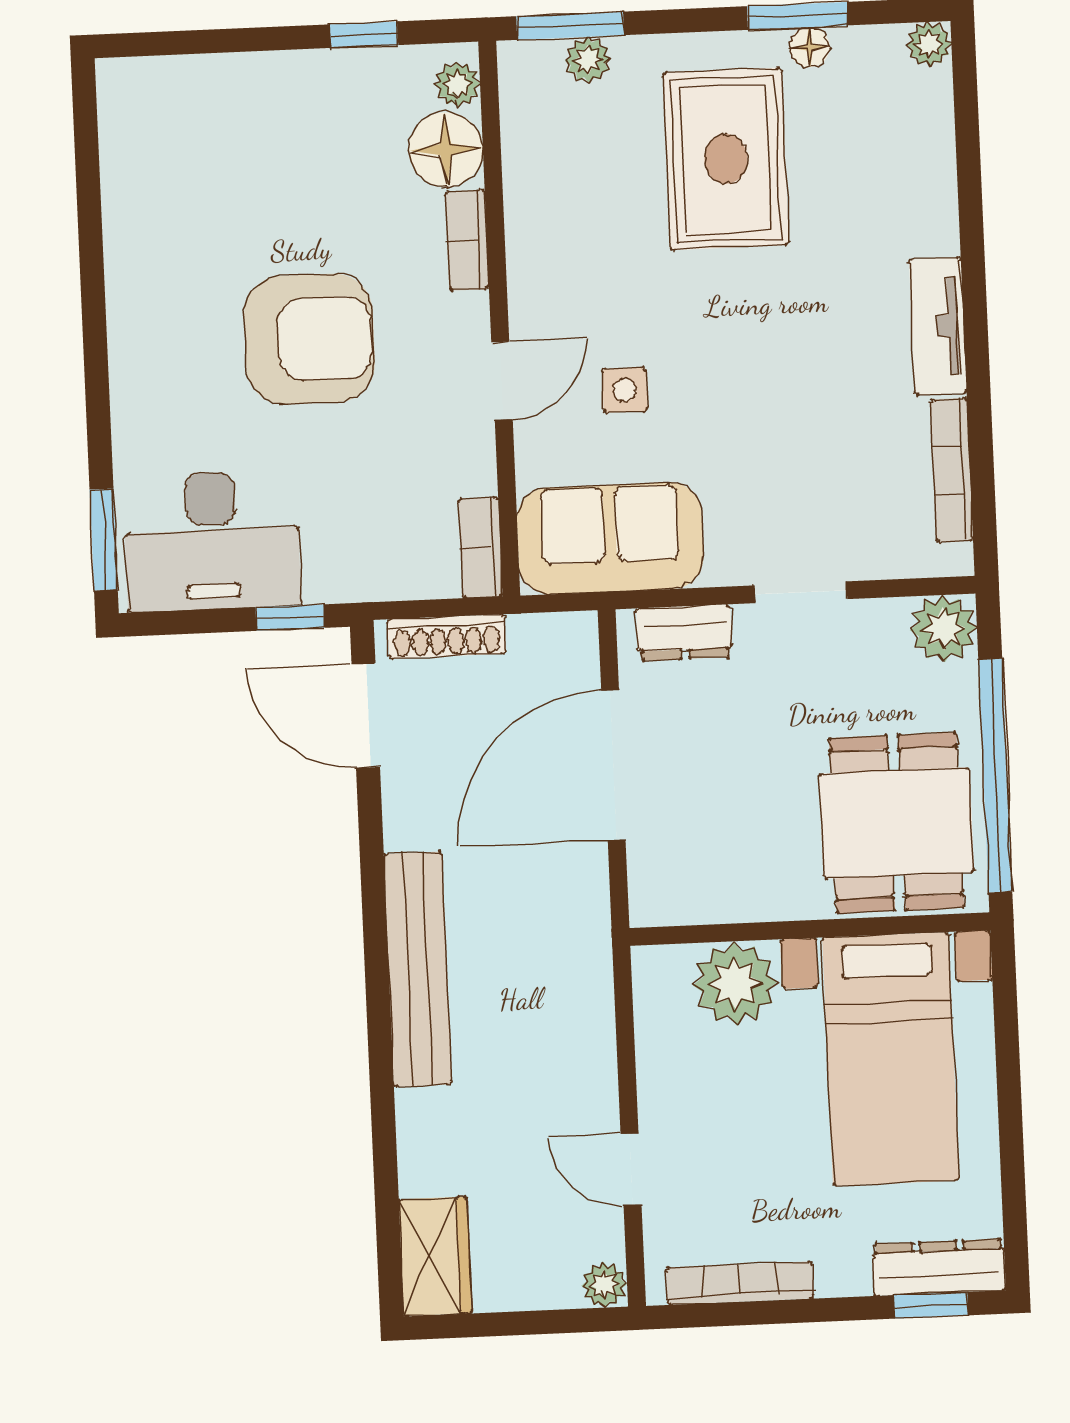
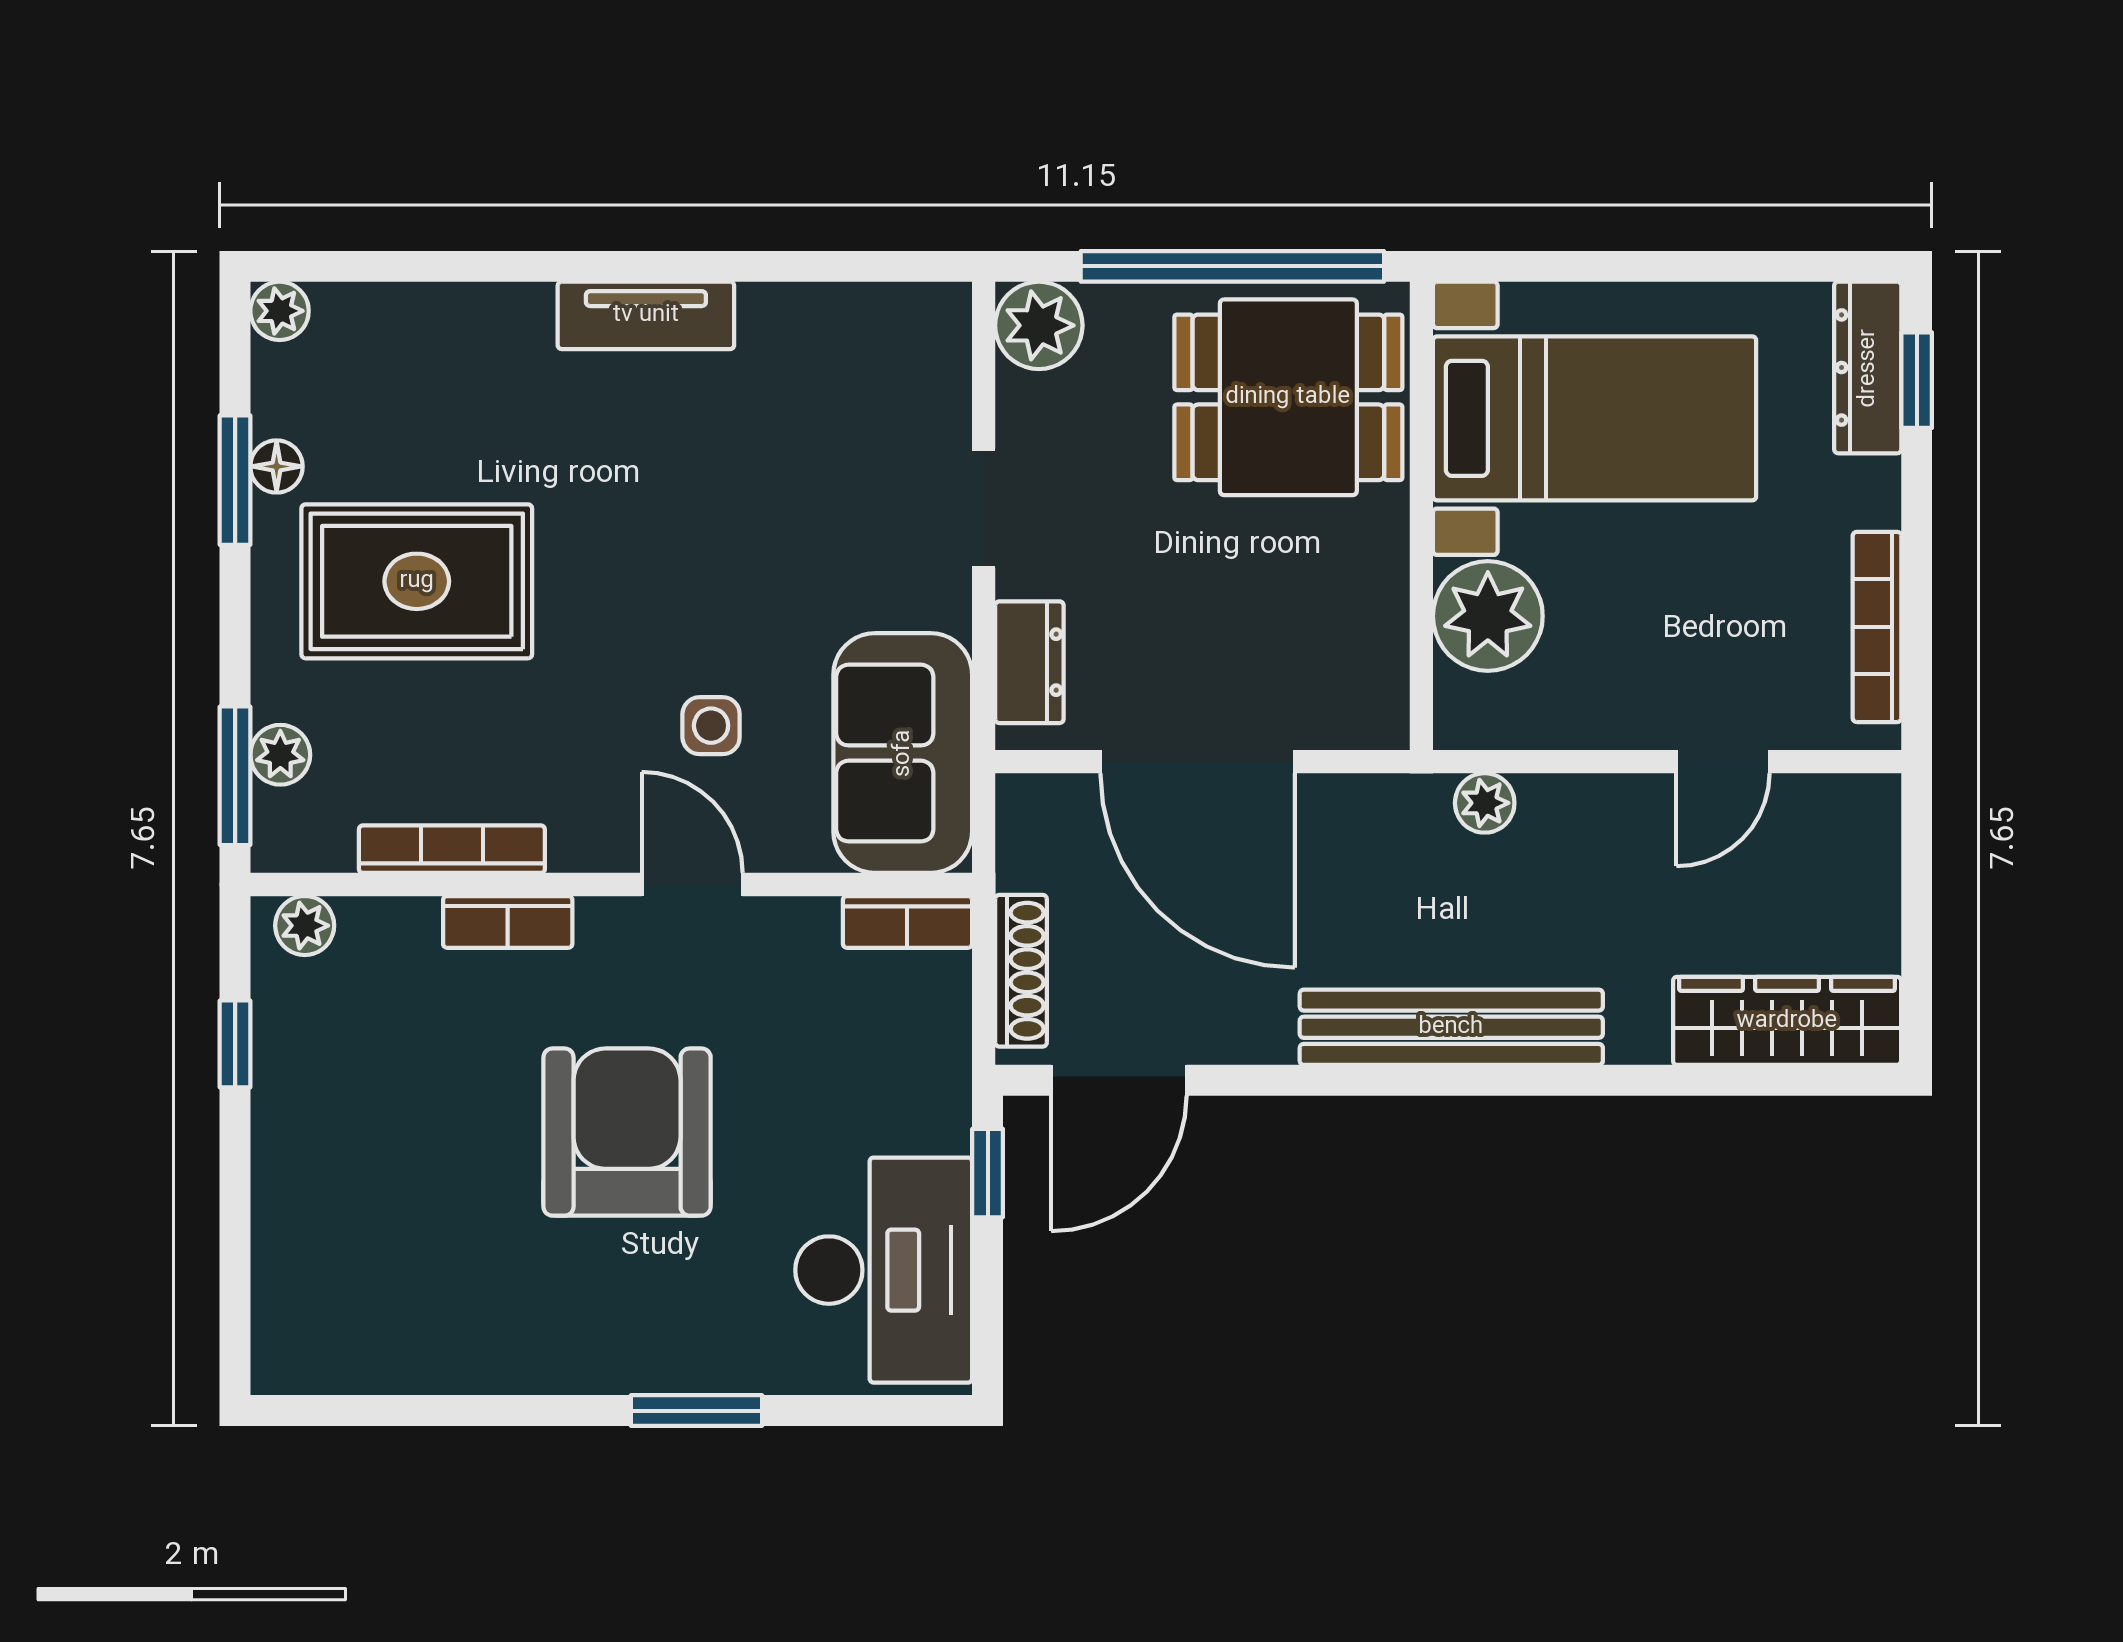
floor lamp: (446, 149) -> (389, 944), removed
bookcase: (952, 470) -> (452, 849), moved, turned 180
window: (104, 540) -> (697, 1411), moved
wardrobe: (435, 1256) -> (1787, 1021), width x1.50
plant: (604, 1285) -> (1485, 803), moved

